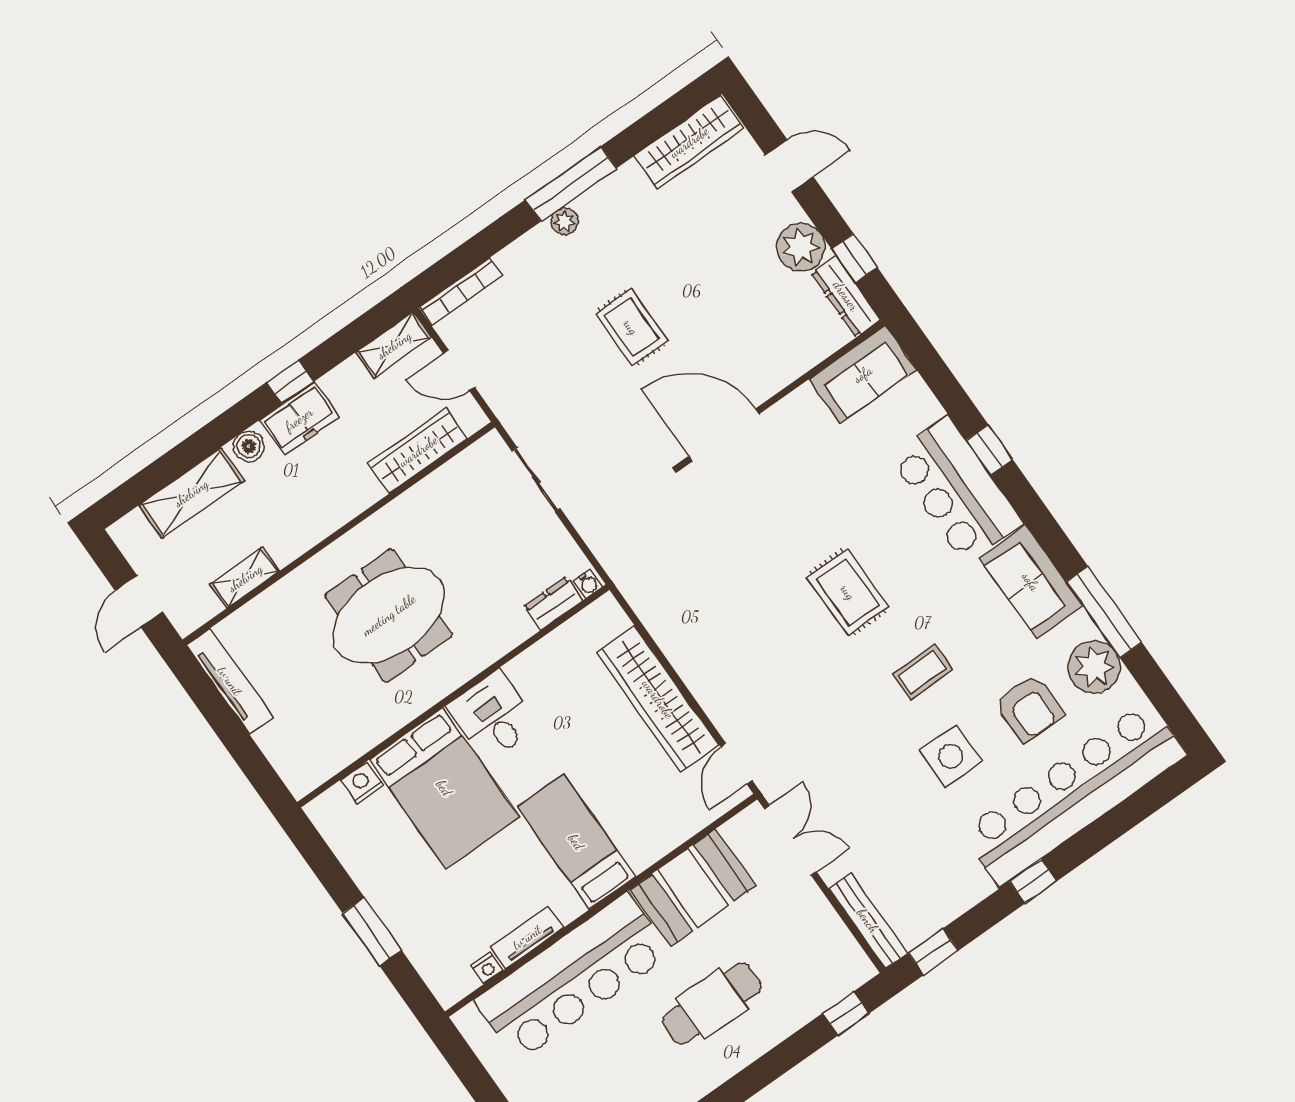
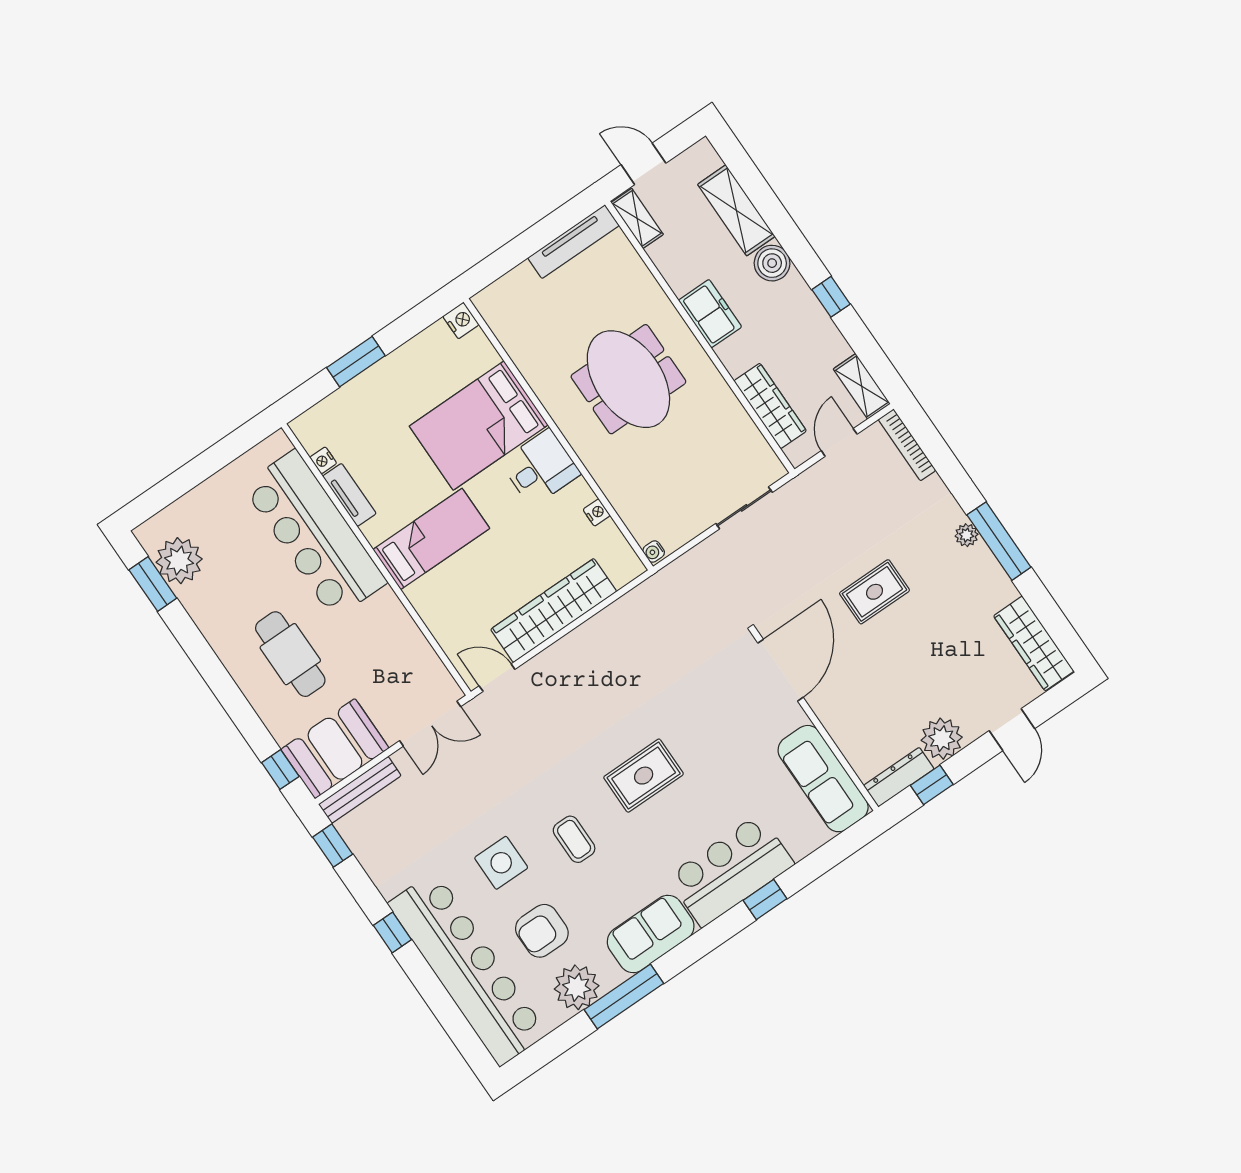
sofa: (863, 374) -> (823, 779), width x1.36
freezer: (299, 419) -> (710, 314), moved, turned 180
boiler: (249, 446) -> (772, 263), width x1.36, depth x1.36
shelving: (245, 578) -> (637, 218), moved
dresser: (553, 603) -> (637, 521), removed
nightstand: (543, 650) -> (597, 512), added
nightstand: (362, 783) -> (461, 320), moved
booth: (693, 888) -> (335, 749), moved, turned 90

